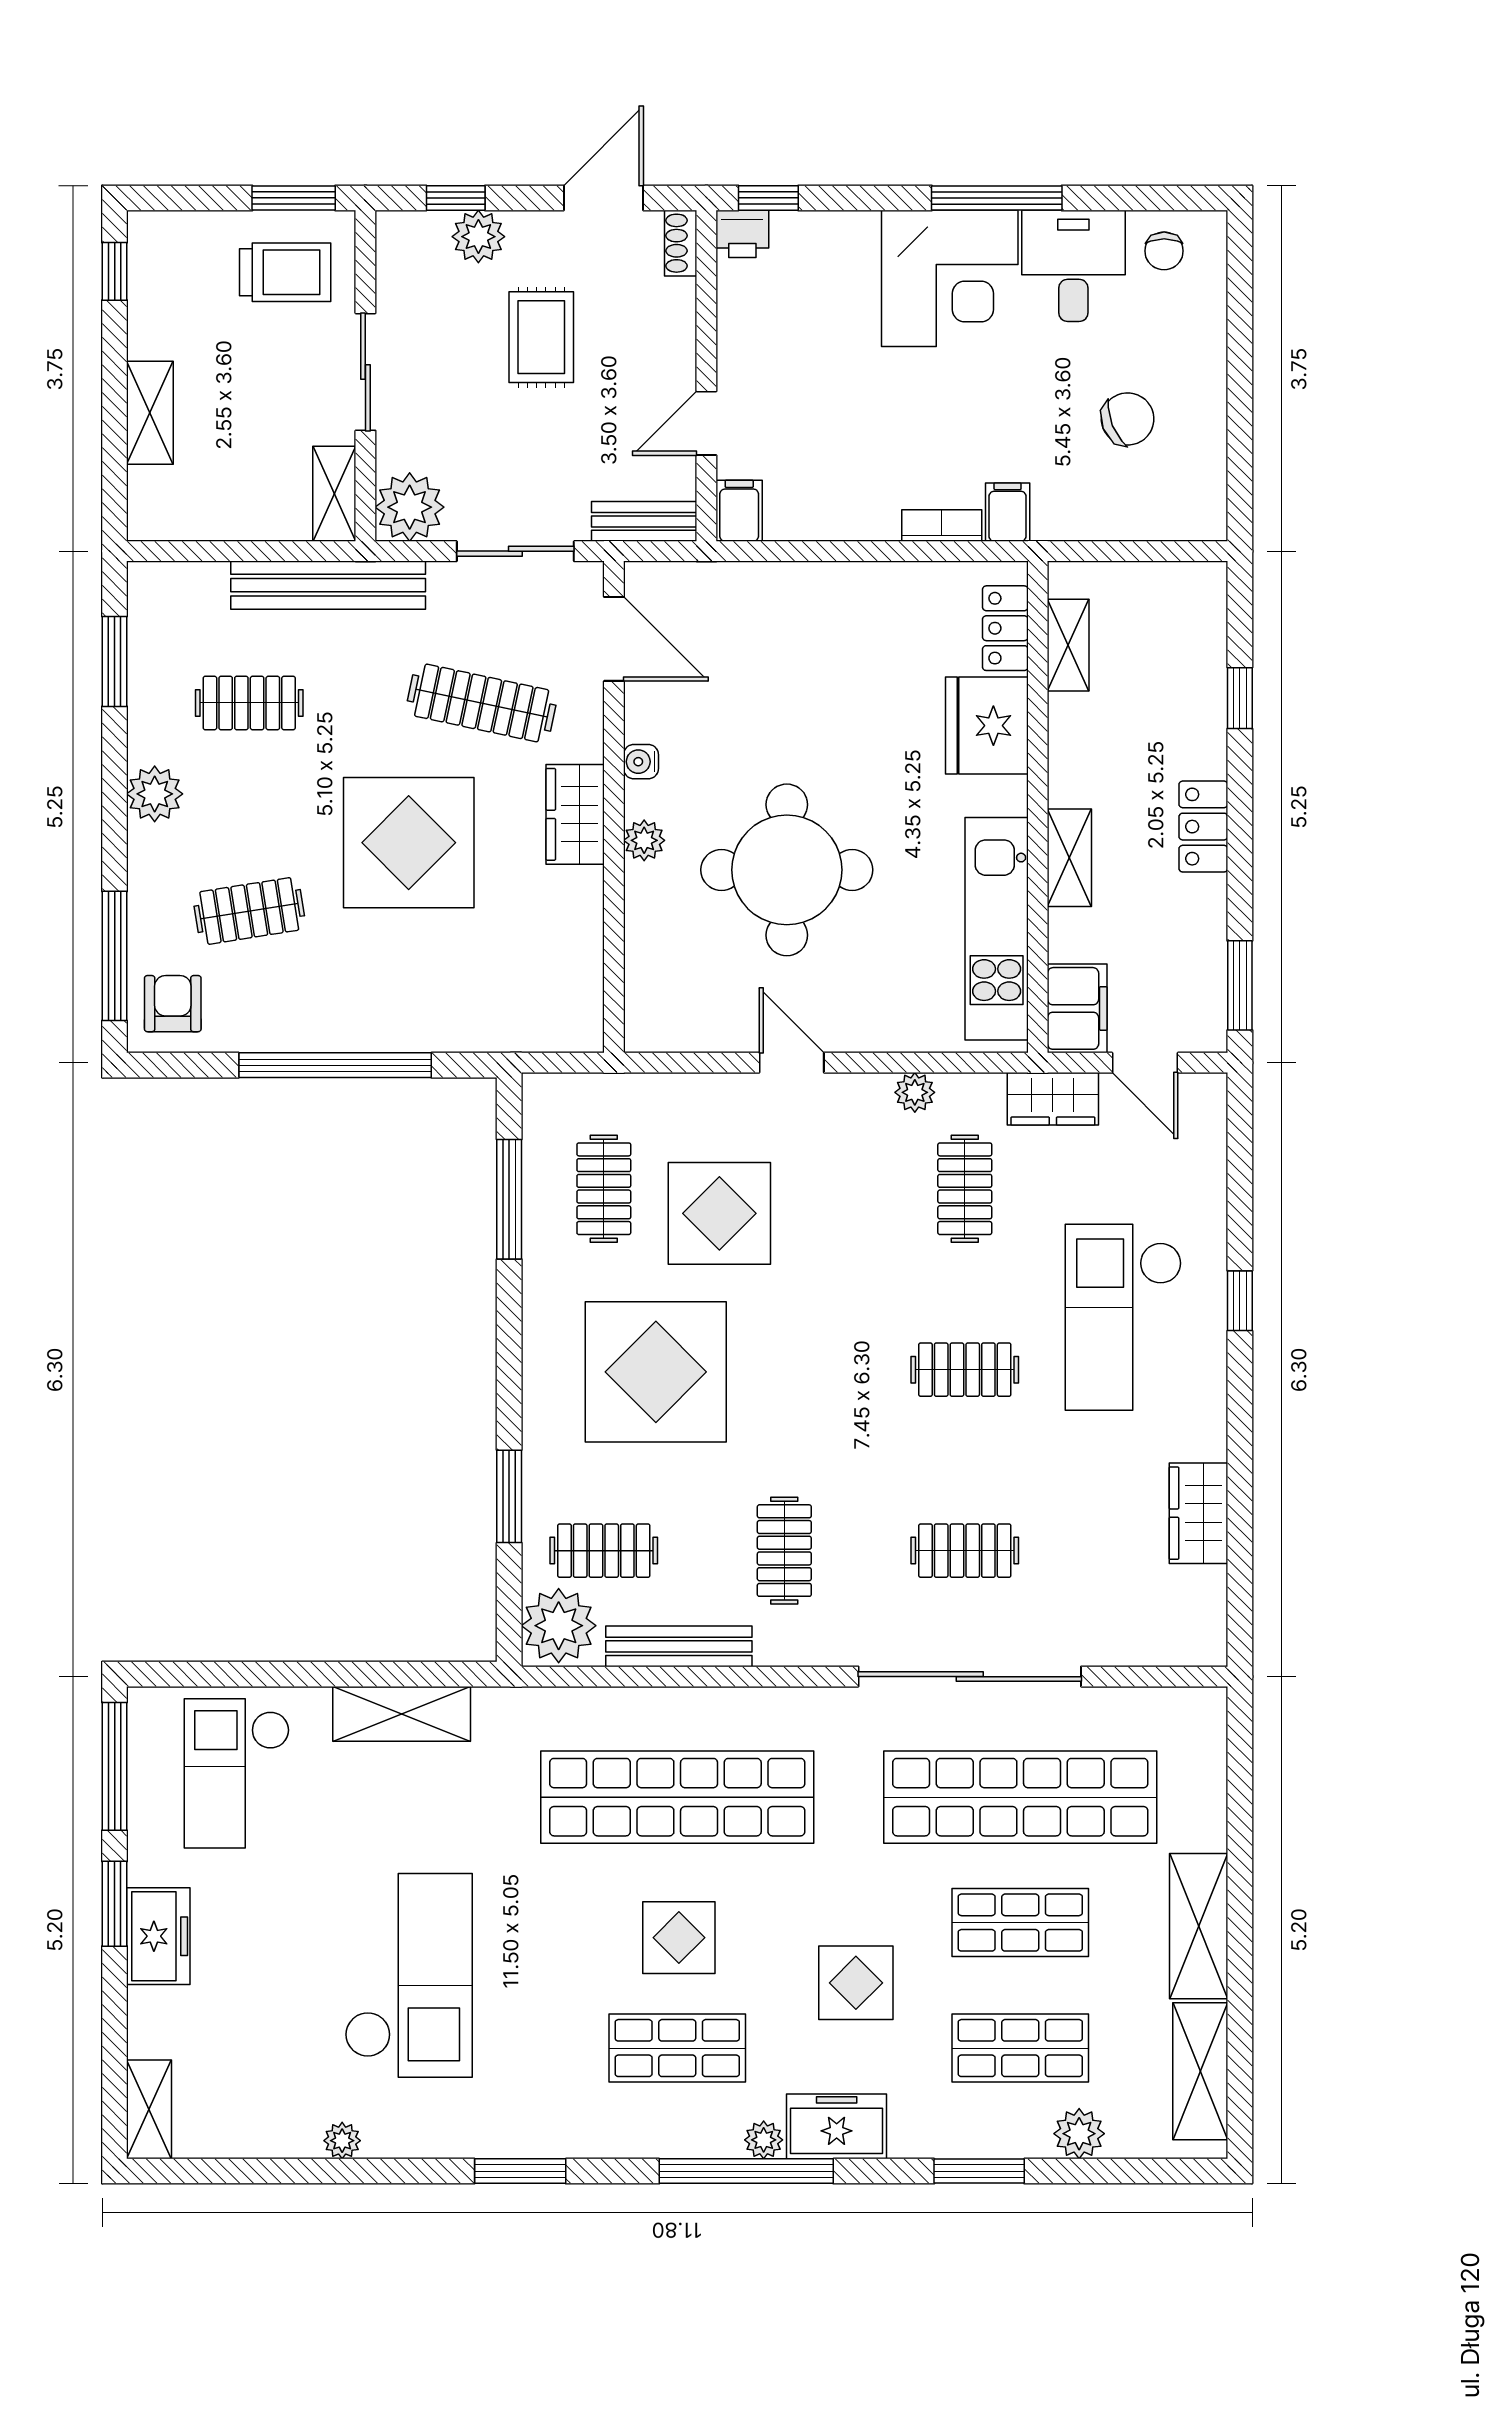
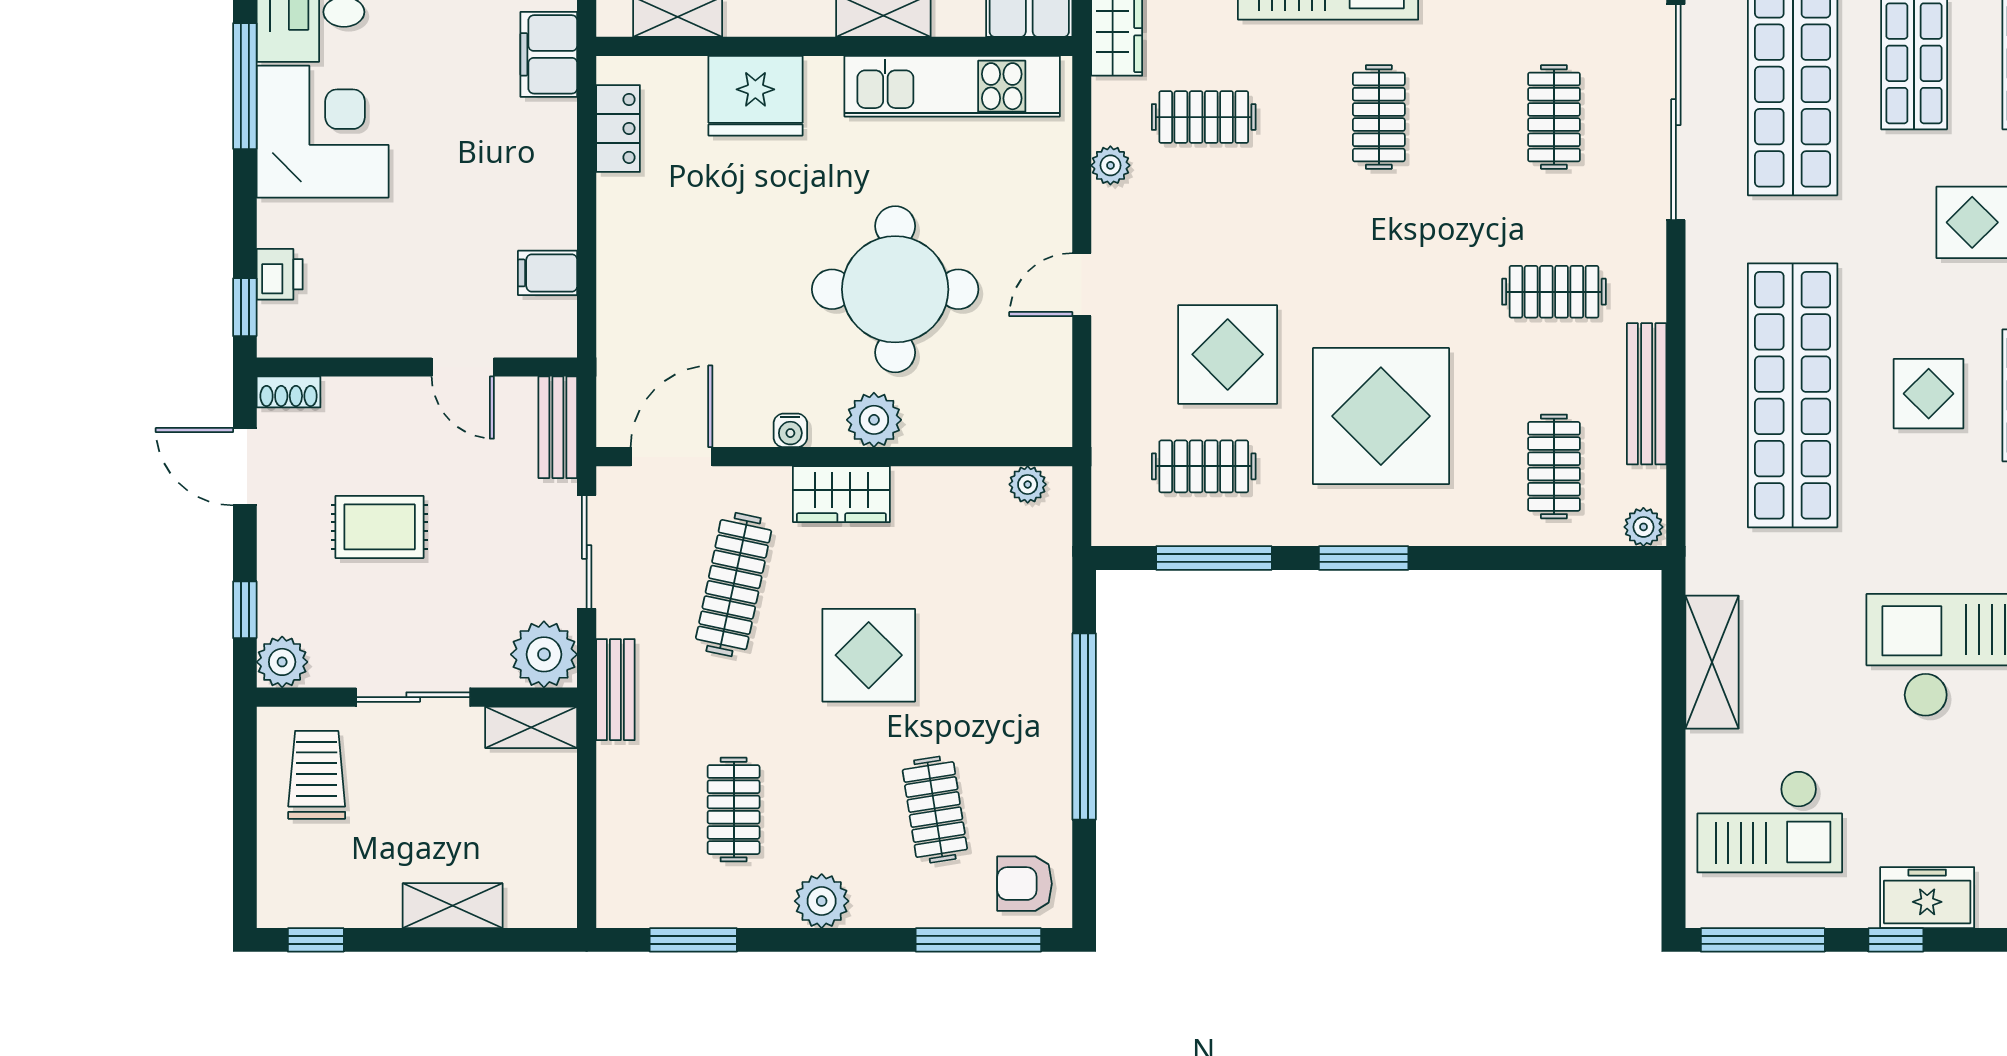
window: (294, 198) -> (245, 767), removed
printer: (742, 234) -> (280, 274), moved
plant: (478, 237) -> (282, 662), moved
filing cabinet: (739, 511) -> (548, 273), moved
filing cabinet: (1008, 512) -> (549, 54), width x2.00
bookcase: (942, 526) -> (562, 139), removed
bench: (328, 585) -> (615, 690), width x0.54, depth x0.82
locker: (1005, 628) -> (618, 128), moved, turned -90
plant: (644, 840) -> (874, 420), width x1.38, depth x1.38
display table: (409, 843) -> (869, 655), width x0.73, depth x0.73
plant: (585, 1007) -> (1028, 484), added
window: (509, 1496) -> (1364, 558), moved
plant: (559, 1626) -> (1643, 527), width x0.53, depth x0.53
window: (115, 1904) -> (1896, 940), width x0.67

